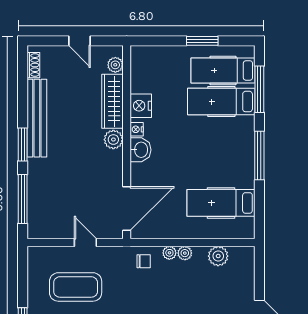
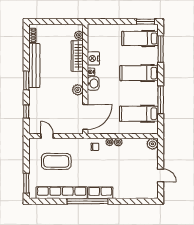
door: (79, 41) -> (58, 22), removed
window: (202, 41) -> (146, 22), moved
hospital bed: (221, 102) -> (139, 73), moved
plant: (113, 140) -> (78, 90), moved
window: (259, 156) -> (161, 100), moved
window: (23, 199) -> (26, 112), width x0.46
door: (85, 242) -> (47, 136), moved
plant: (218, 256) -> (152, 144), moved

